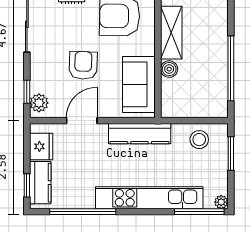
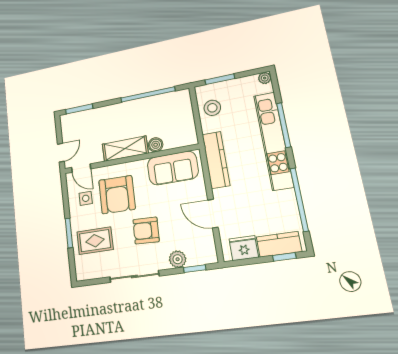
armchair: (83, 65) -> (146, 231), moved
plant: (39, 103) -> (178, 259), moved
window: (199, 212) -> (284, 125), moved

